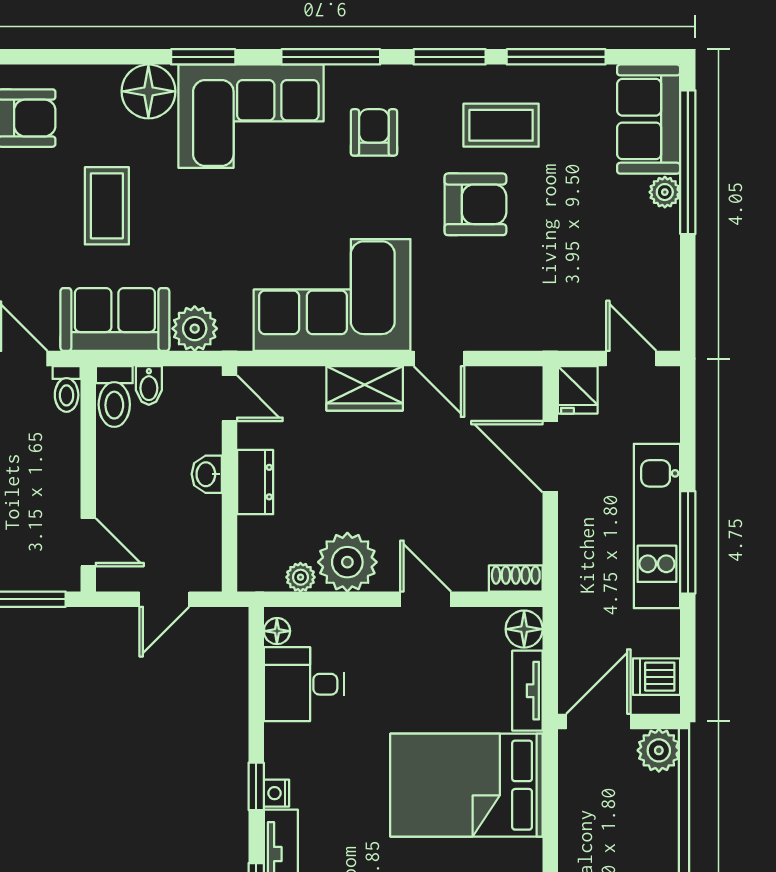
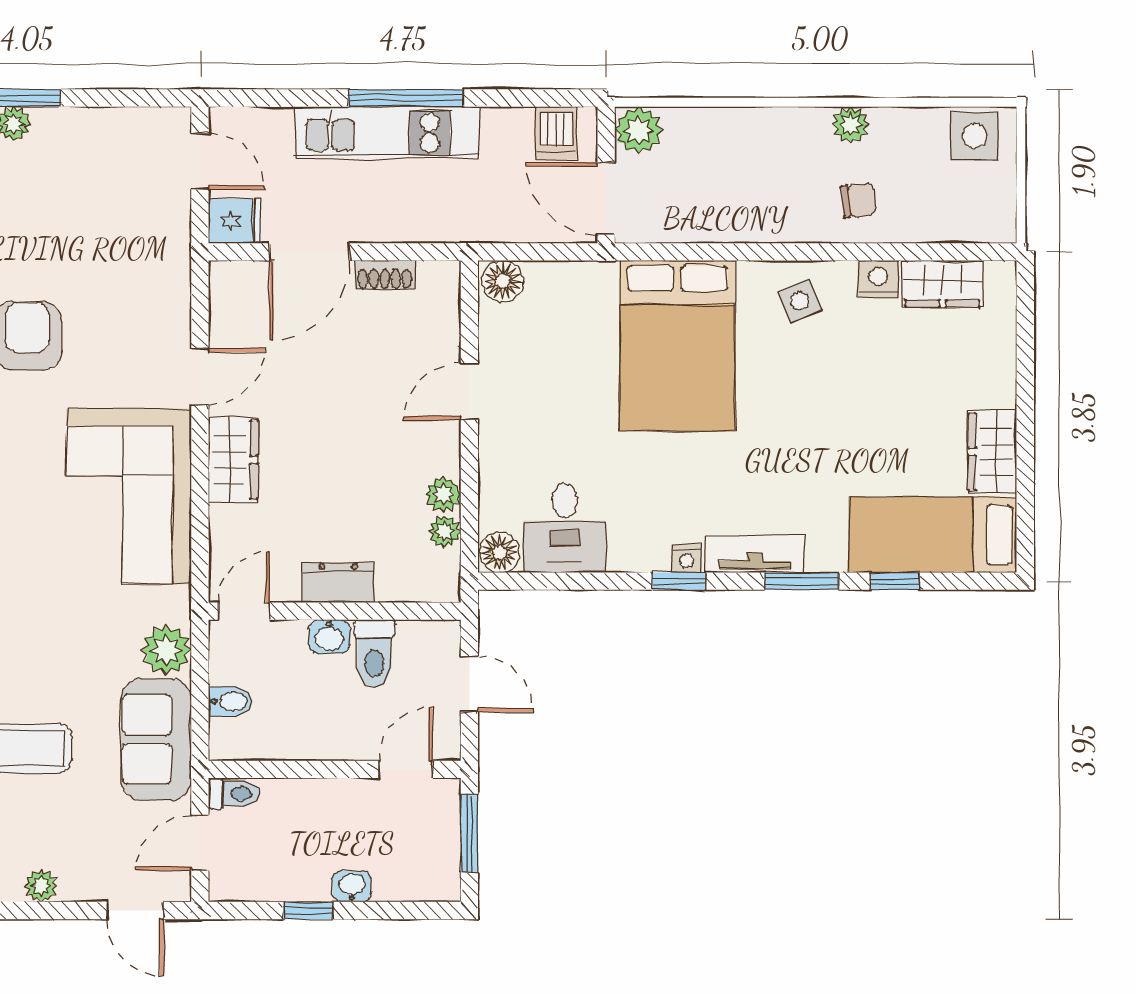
door: (631, 359) -> (200, 161), swing flipped
toilet: (114, 397) -> (374, 654), moved, turned 90
plant: (347, 562) -> (443, 495), width x0.53, depth x0.53
shoe rack: (516, 578) -> (385, 275), moved, turned -90
floor lamp: (277, 631) -> (500, 552), width x1.37, depth x1.37
tv unit: (527, 691) -> (572, 278), removed

